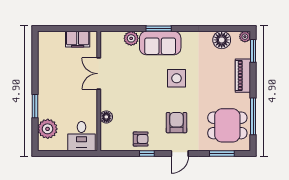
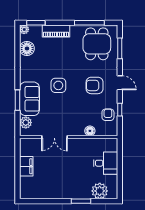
double door: (99, 74) -> (54, 137), moved
wall: (99, 91) -> (69, 137), moved
floor lamp: (106, 117) -> (90, 131), moved

